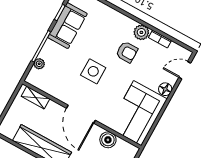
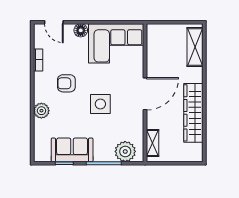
plant: (141, 32) -> (41, 111), moved
armchair: (127, 52) -> (66, 83), turned -90
plant: (39, 64) -> (125, 151), width x1.88, depth x1.88
boiler: (108, 140) -> (155, 57), removed

